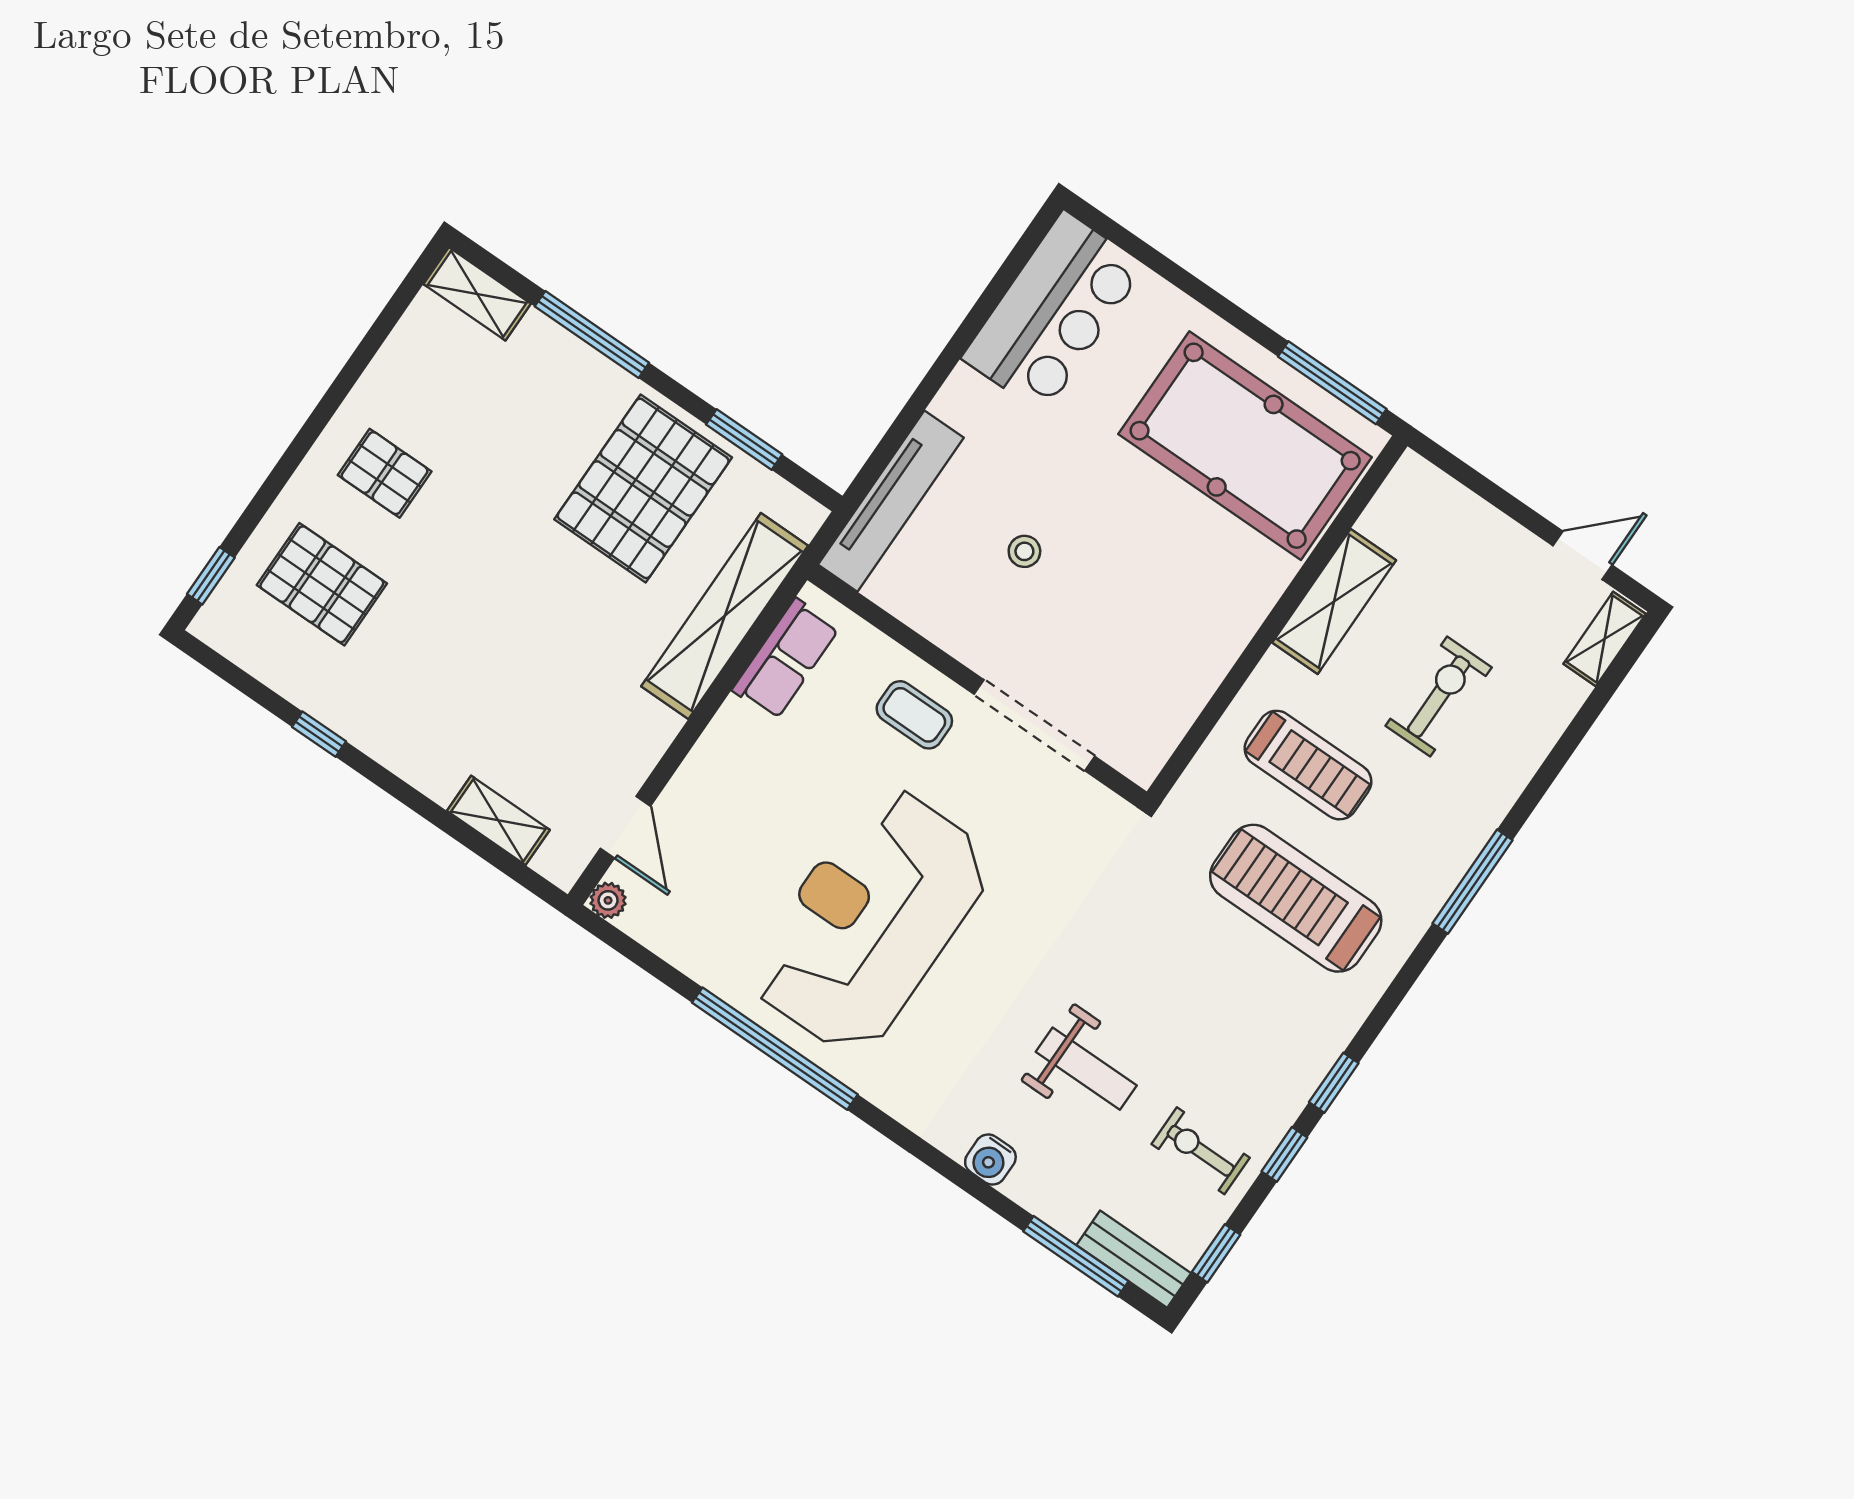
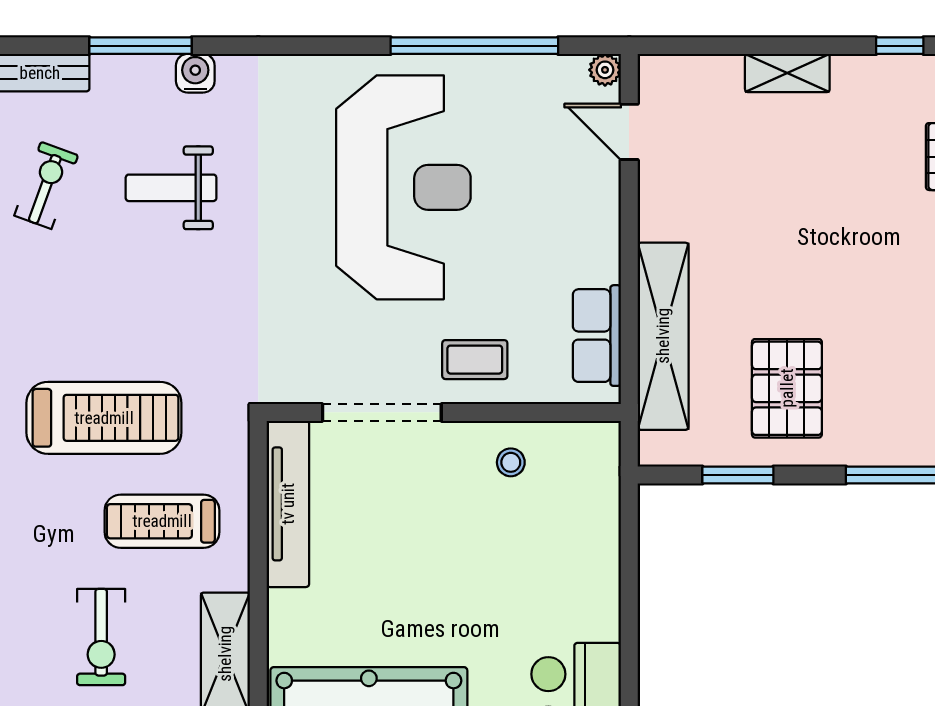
pallet: (643, 488) -> (787, 388), width x0.73, depth x0.71
tv unit: (891, 501) -> (288, 504), moved, turned 180
stool: (1024, 551) -> (511, 462), moved
shelving: (498, 820) -> (787, 73), moved
window: (775, 1049) -> (474, 46), moved
exercise bike: (1201, 1151) -> (46, 185), turned -70
window: (1076, 1256) -> (141, 46), moved

